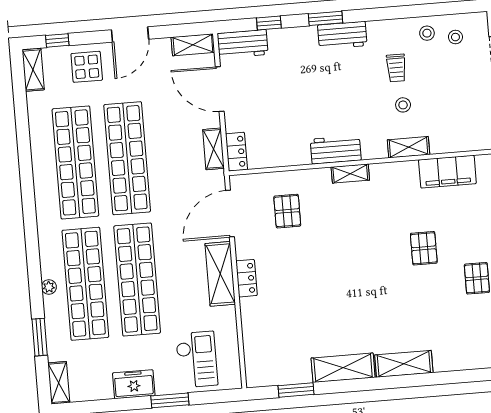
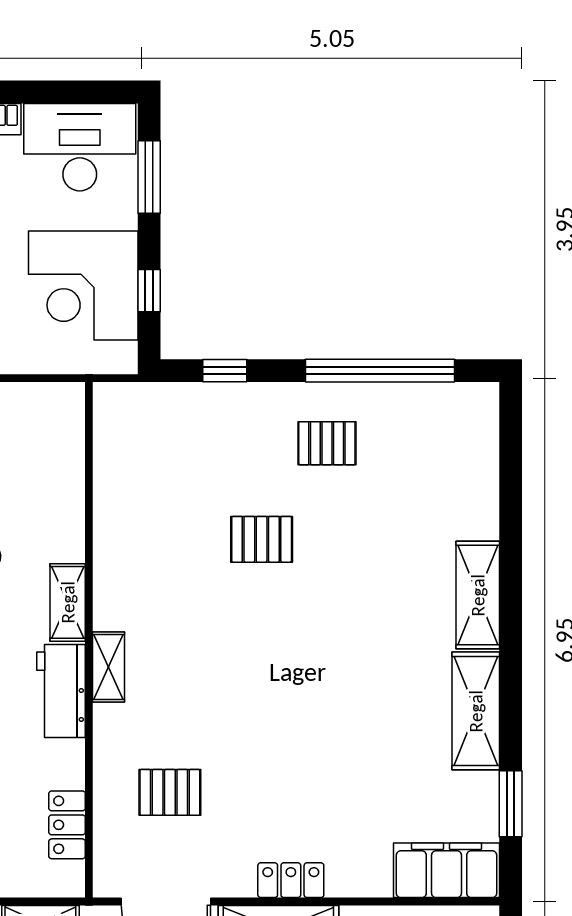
shelving: (409, 147) -> (68, 602), moved
locker: (236, 152) -> (67, 825), moved, turned -90
filing cabinet: (447, 172) -> (446, 870), moved, turned -90

